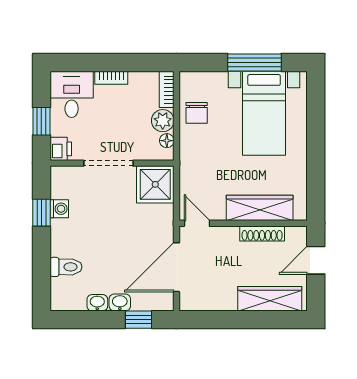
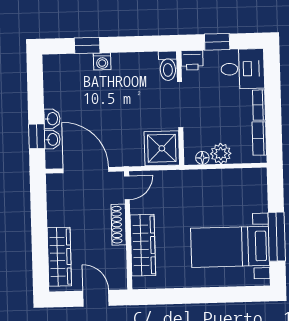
bookcase: (167, 90) -> (259, 139), moved, turned -90
chair: (197, 113) -> (229, 185), removed
washing machine: (59, 209) -> (102, 61), moved
window: (41, 213) -> (87, 45), moved
shoe rack: (262, 233) -> (119, 225), moved
toilet: (66, 267) -> (168, 66), moved
washbasin: (97, 303) -> (52, 139), moved

